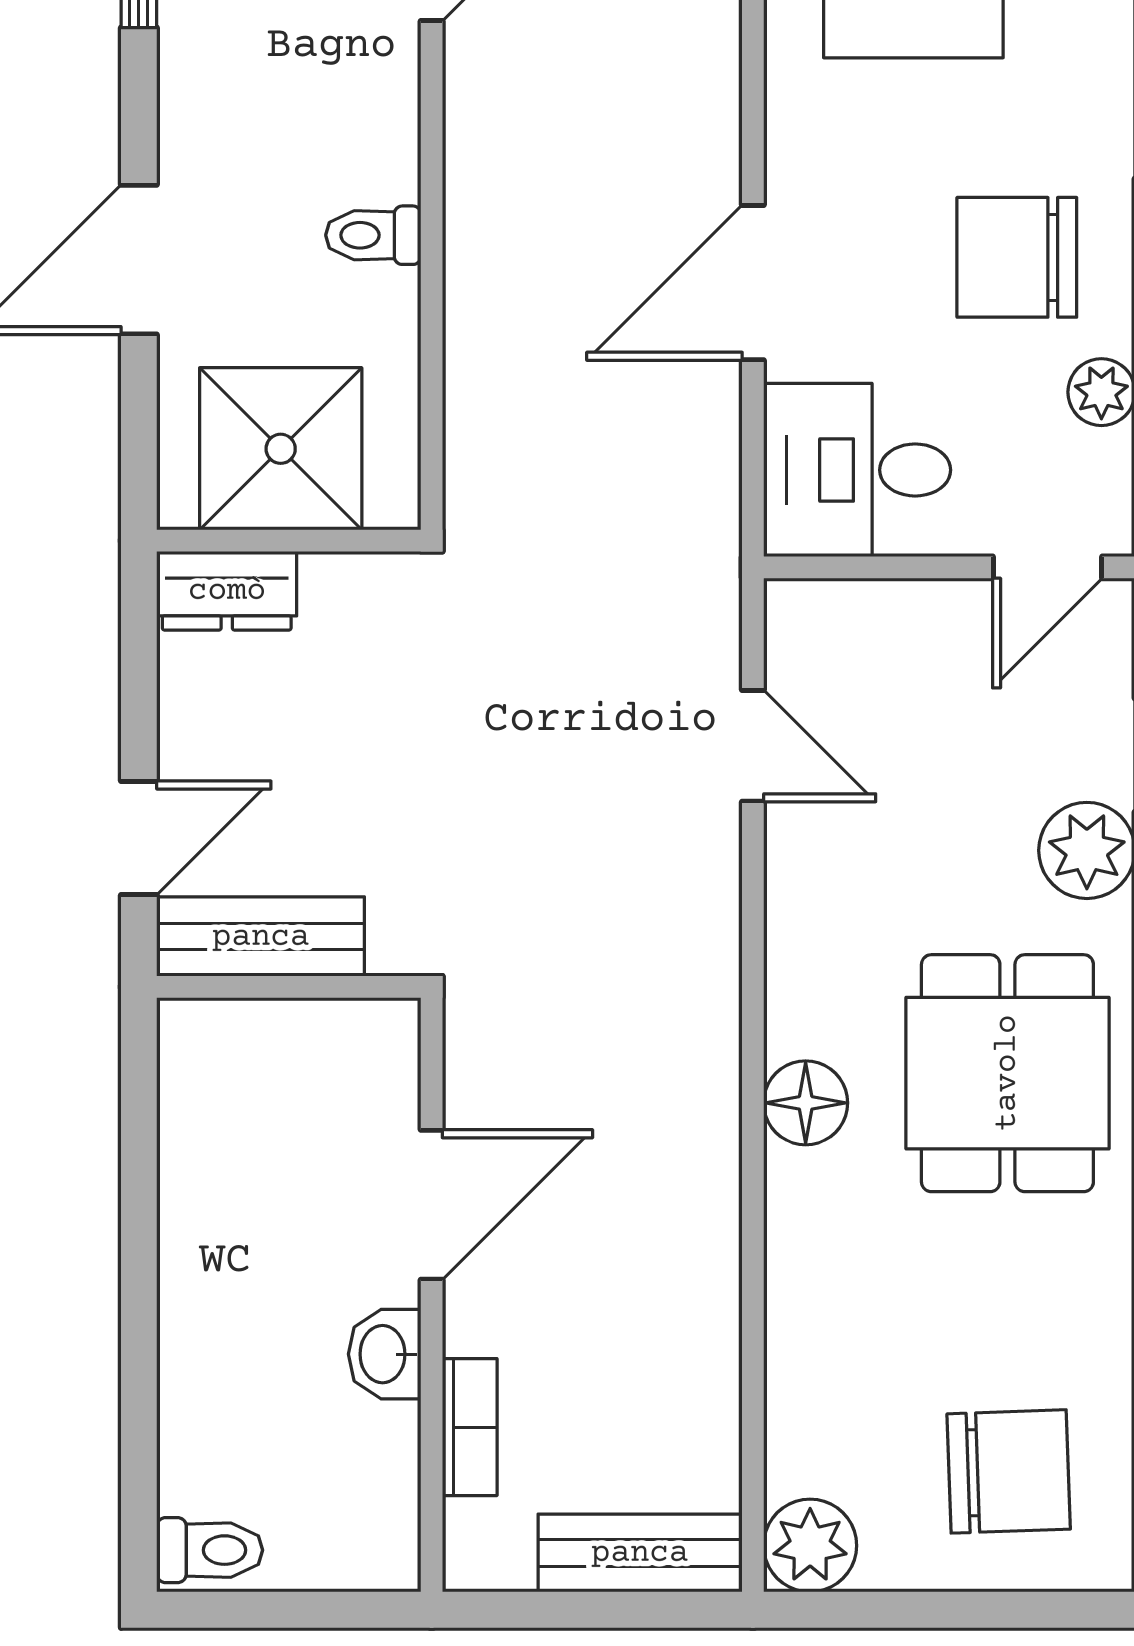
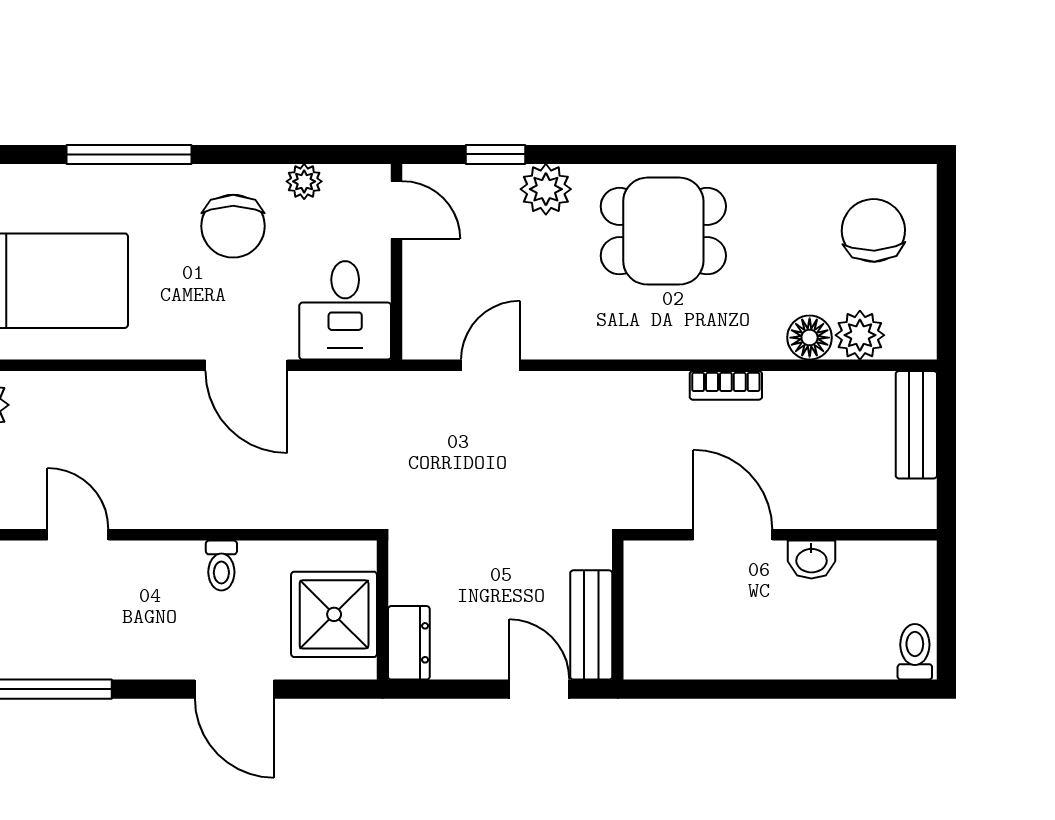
floor lamp: (806, 1103) -> (810, 338), moved
bookcase: (470, 1427) -> (726, 385), moved, turned 180
plant: (810, 1546) -> (860, 335), moved

